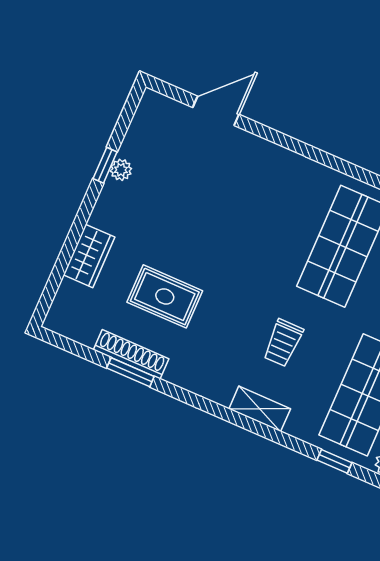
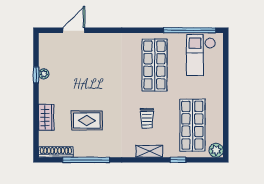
shoe rack: (131, 354) -> (56, 152), moved
window: (130, 372) -> (86, 160), width x2.11
window: (334, 461) -> (178, 160), moved

